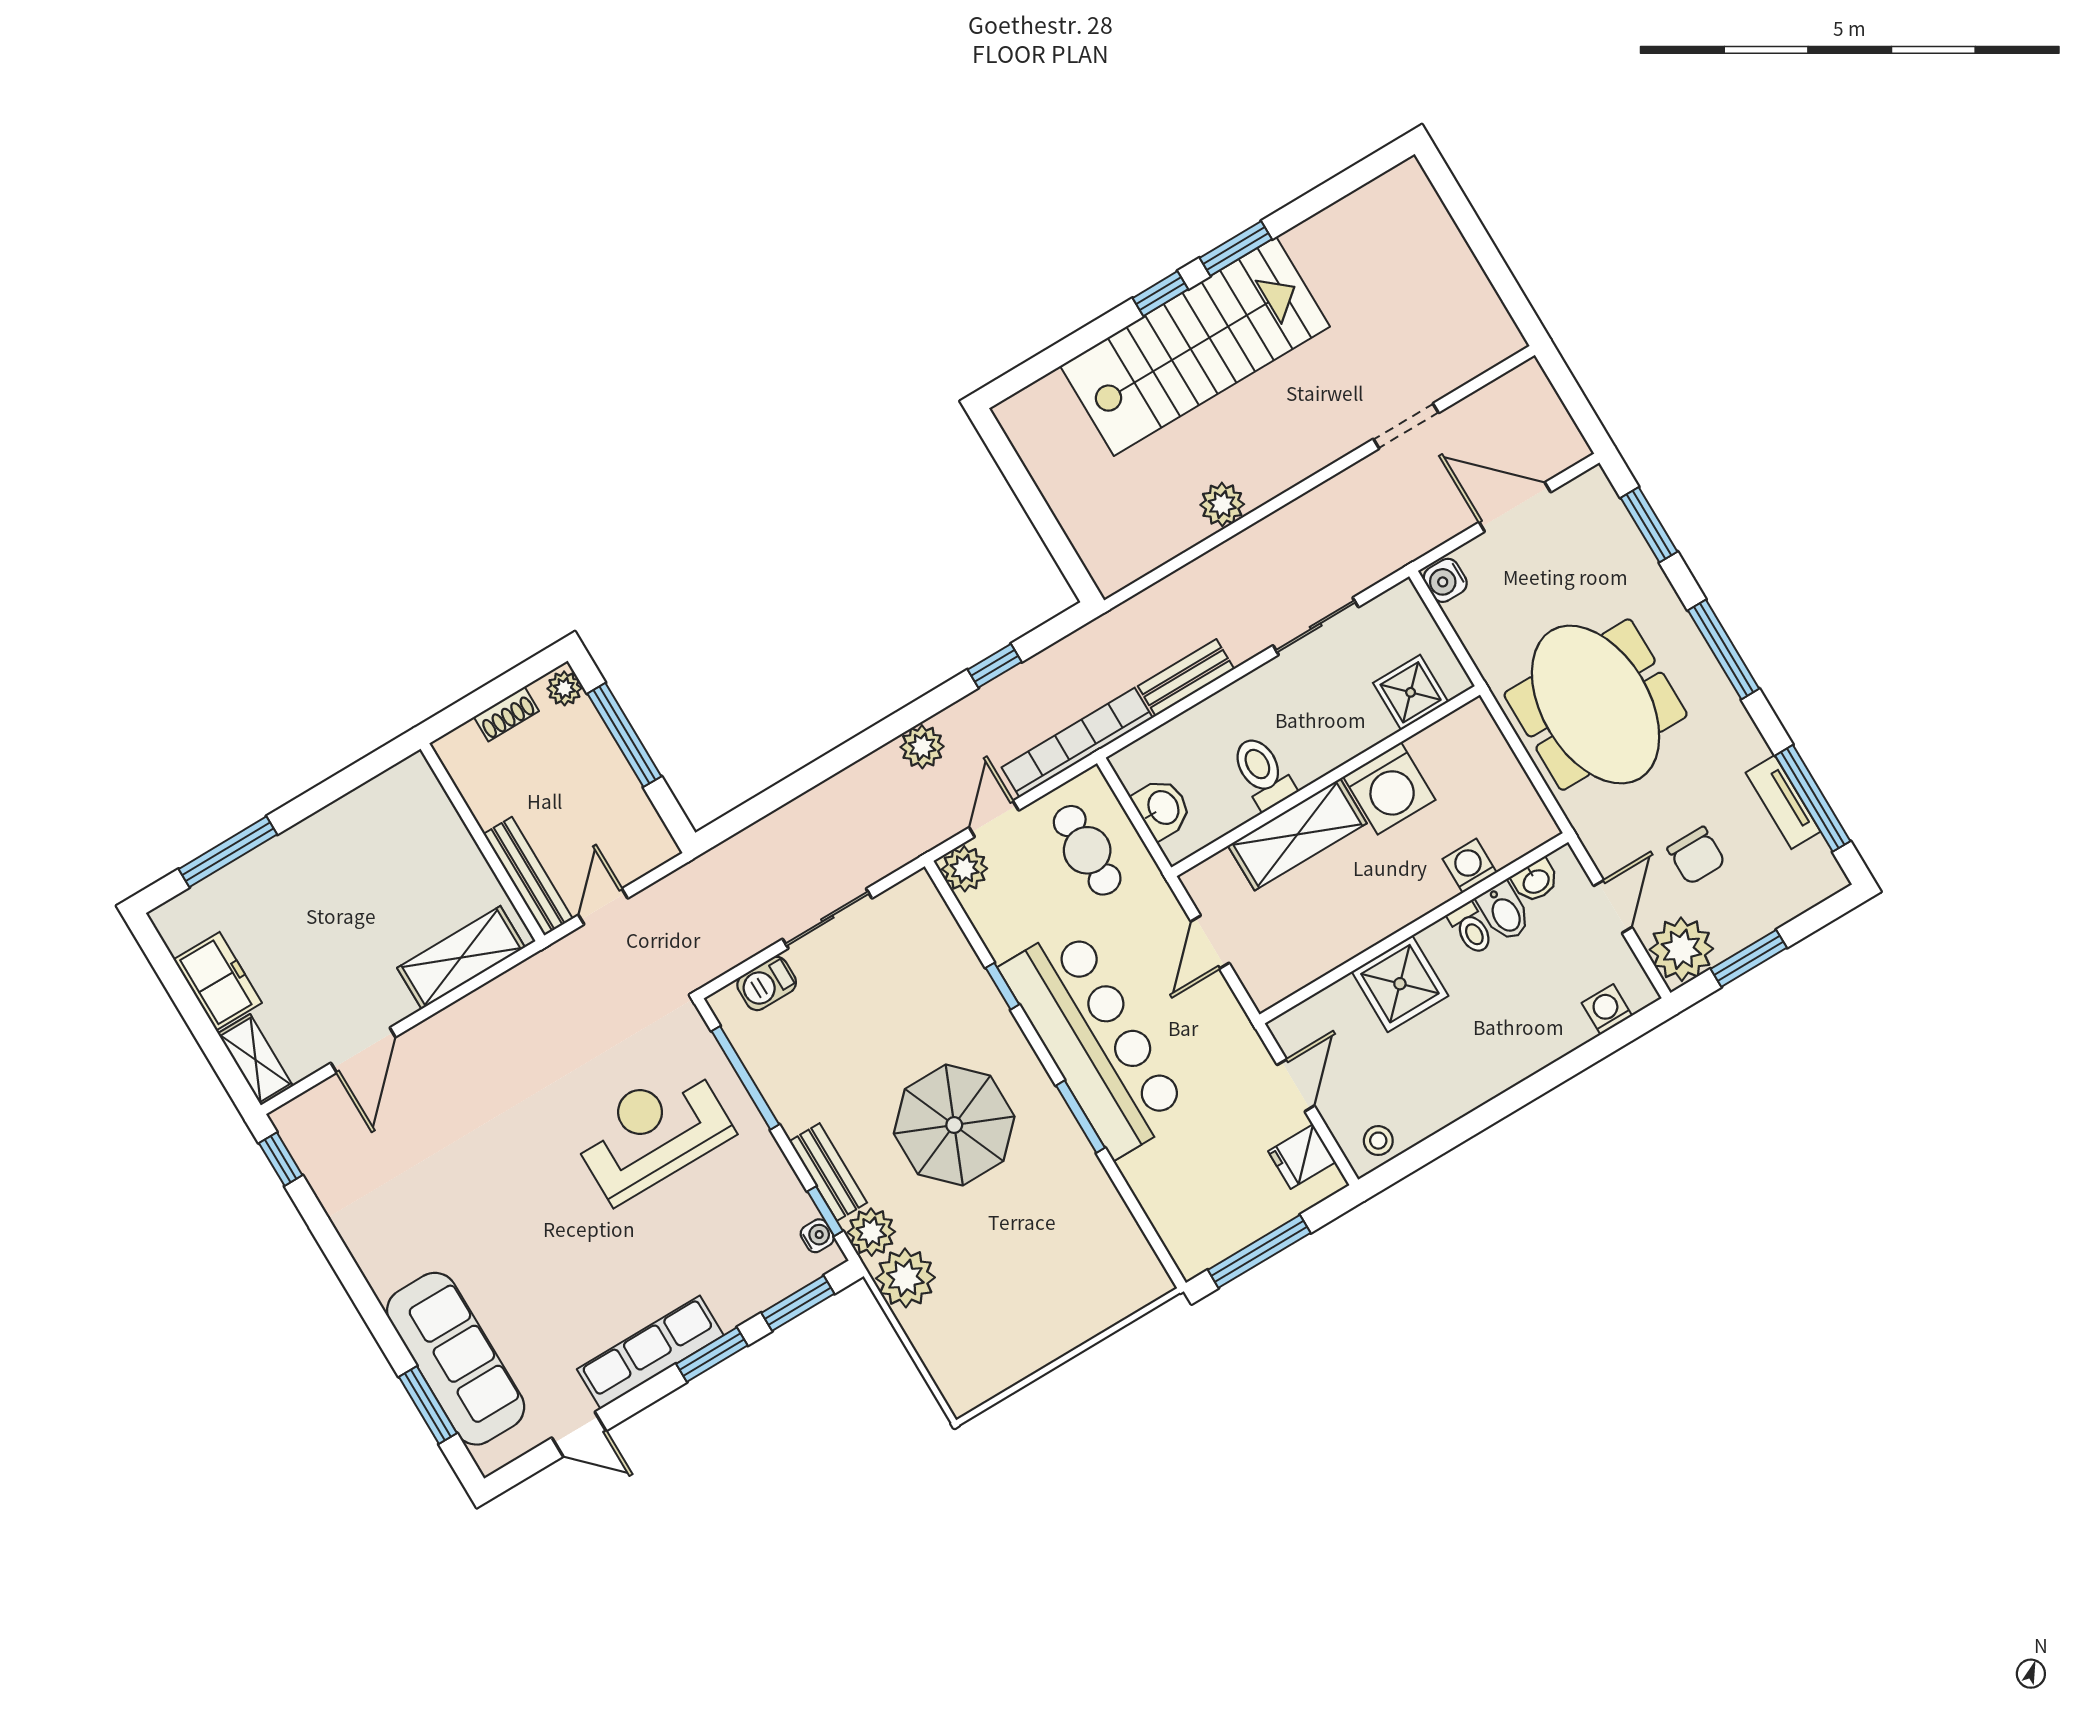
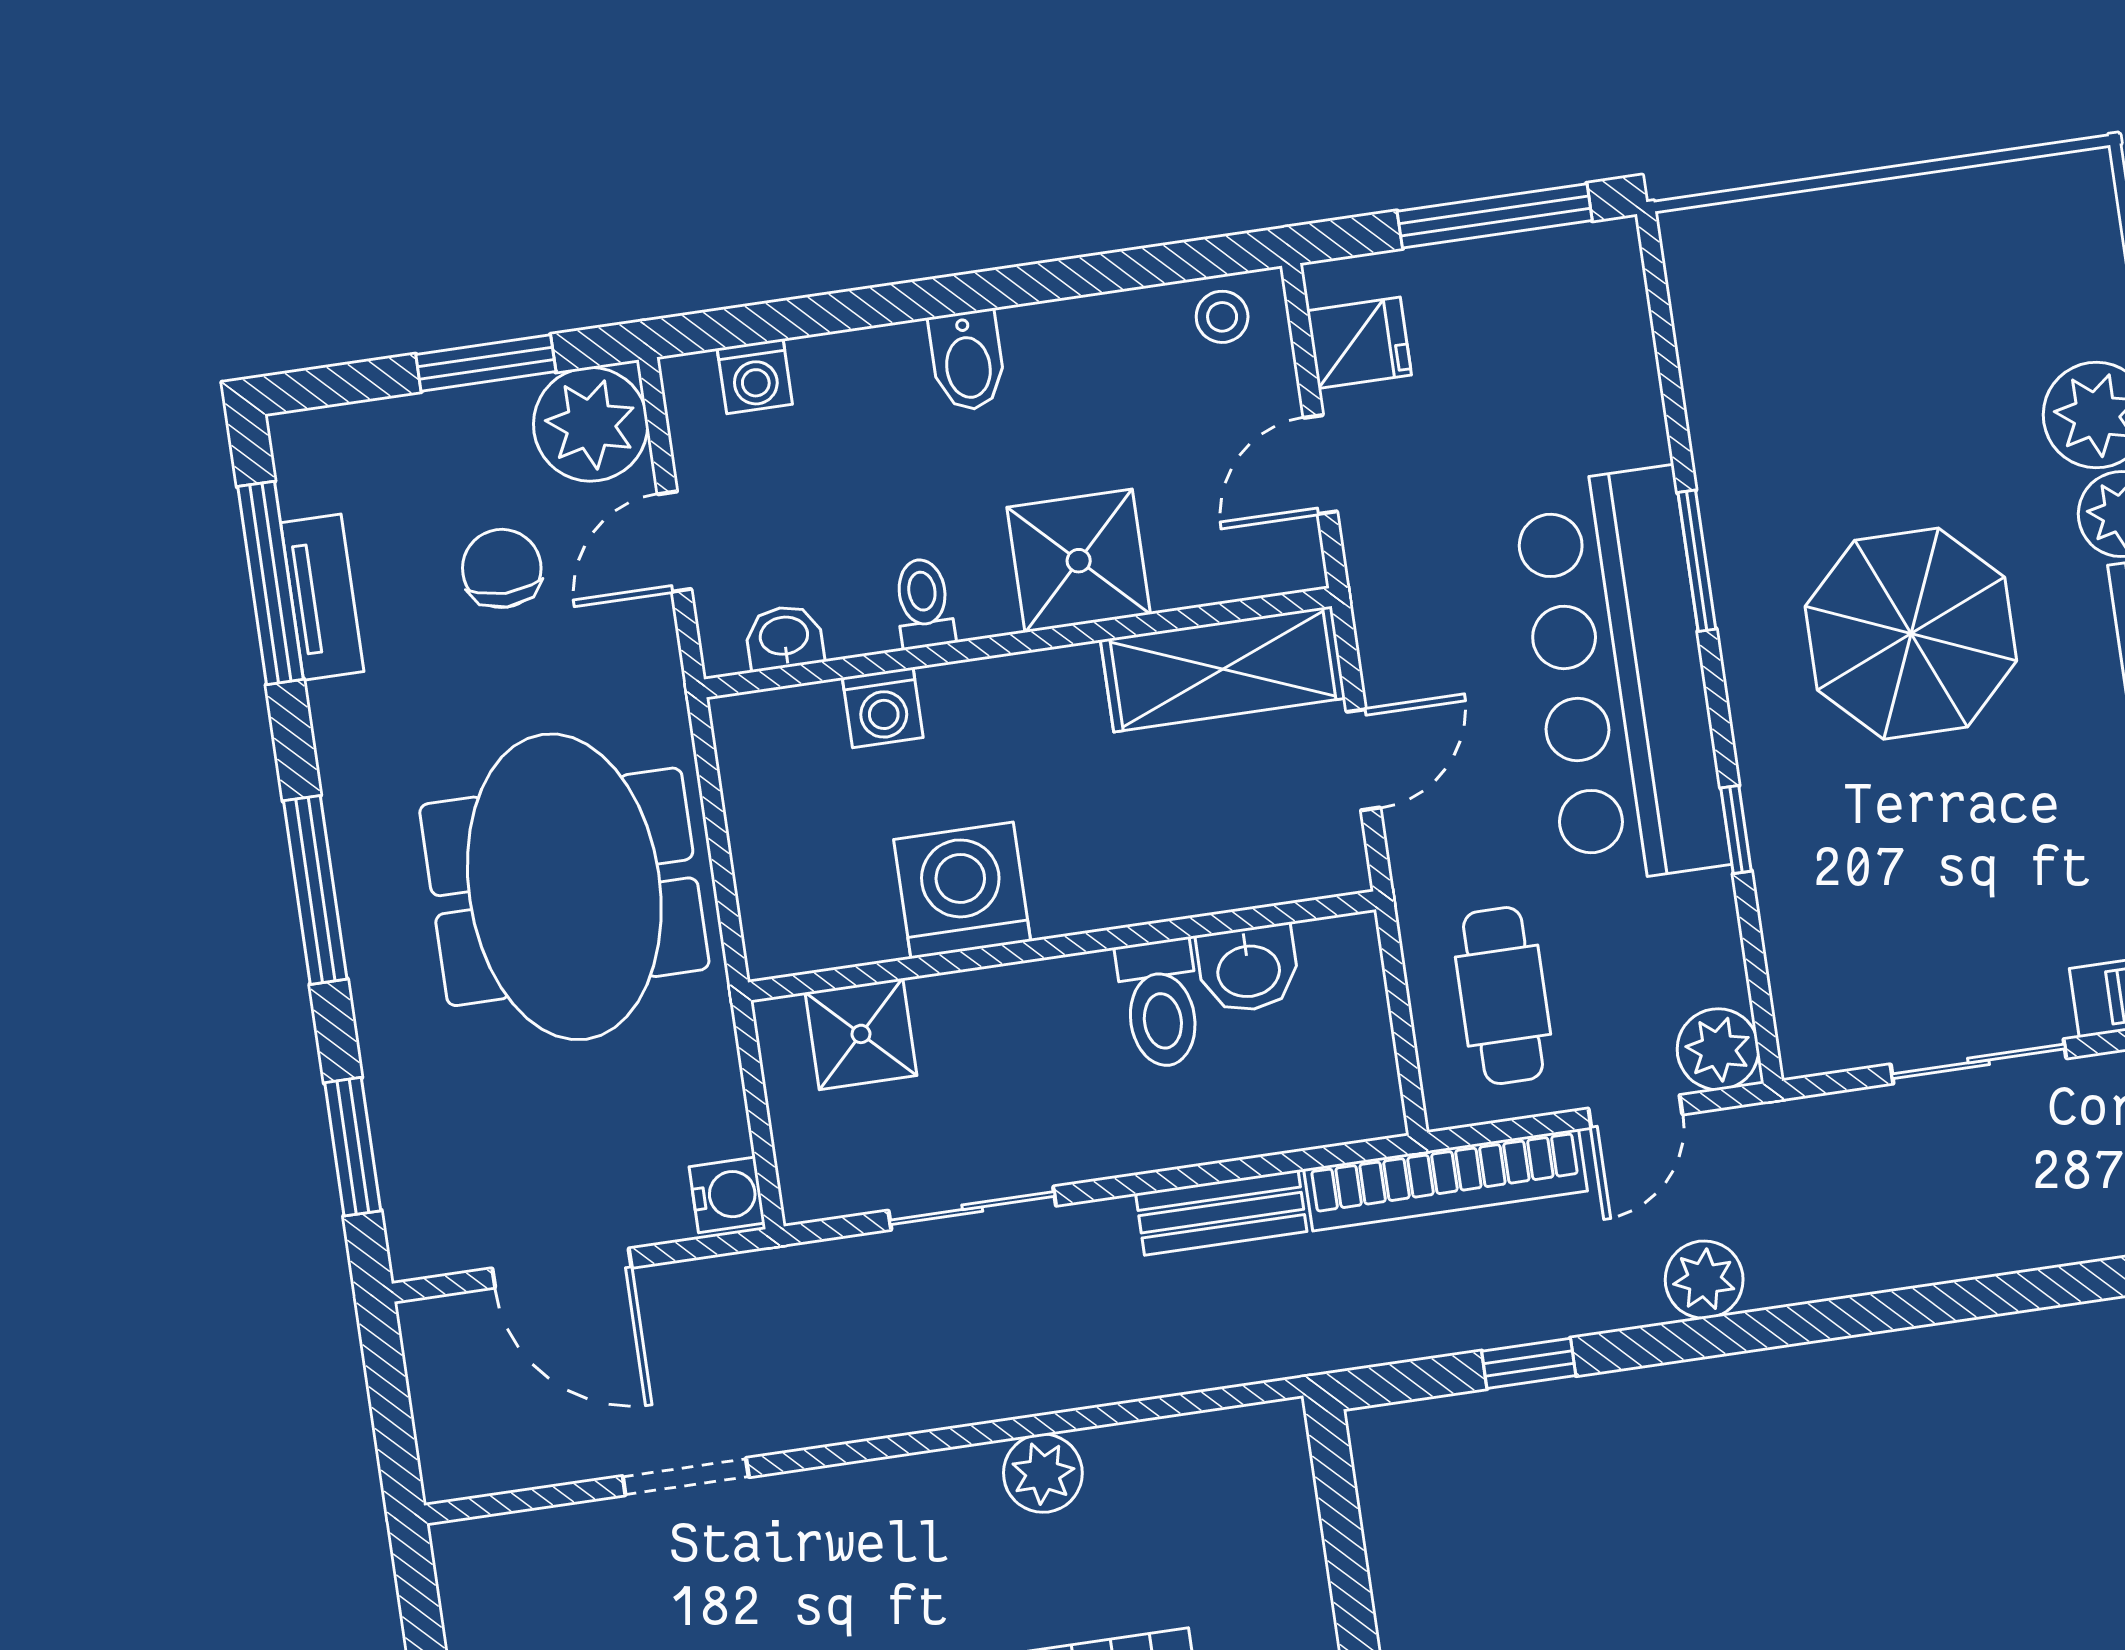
washbasin: (1162, 808) -> (1248, 969), moved, turned -90
shelving: (1297, 834) -> (1223, 669), moved
bidet: (1504, 912) -> (967, 361), moved, turned 180

